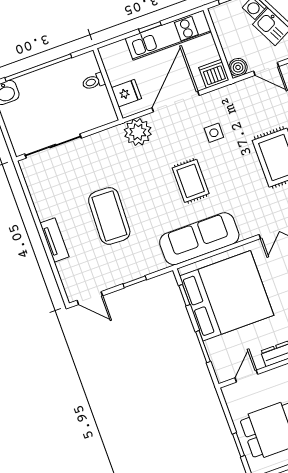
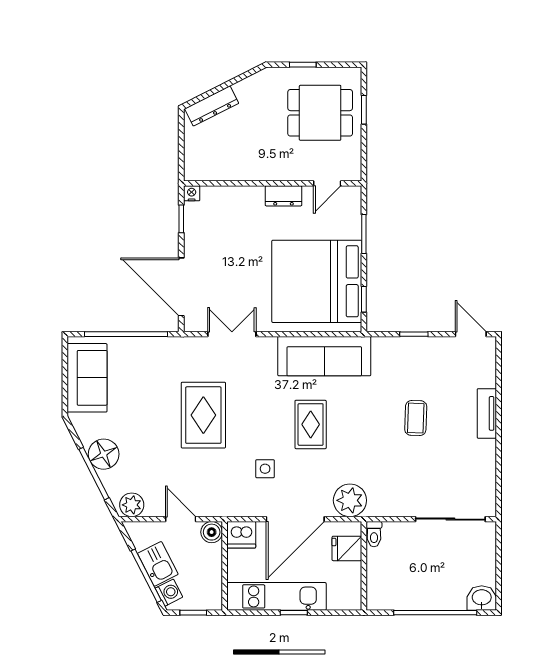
toilet: (94, 81) -> (374, 534), moved, turned 90
coffee table: (109, 216) -> (416, 418), width x0.54, depth x0.58

